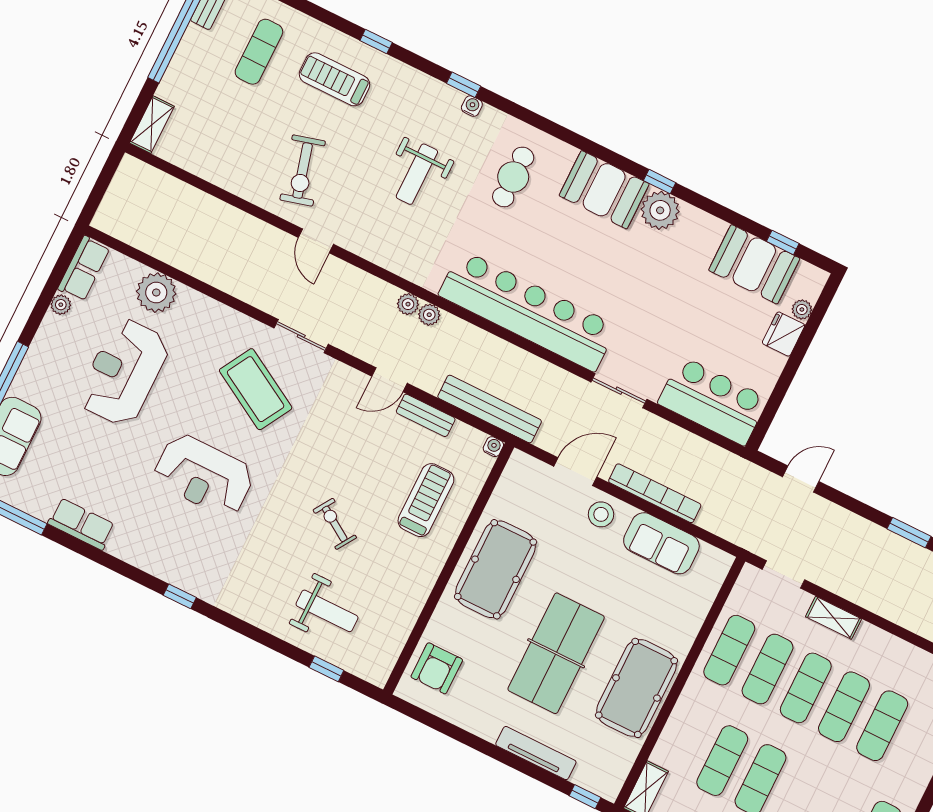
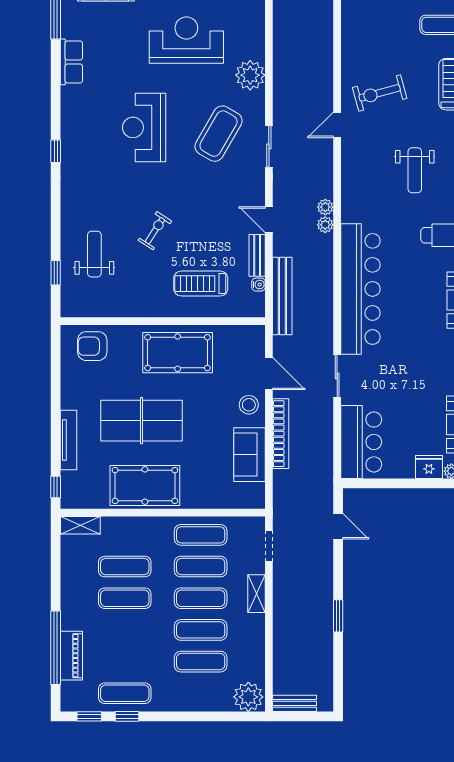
weight bench: (417, 174) -> (415, 170), turned -90
plant: (156, 293) -> (250, 75), moved
water cooler: (493, 447) -> (259, 285), moved
treadmill: (426, 500) -> (201, 284), turned 180
weight bench: (327, 611) -> (94, 254), turned 180

